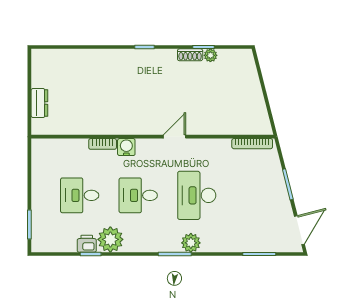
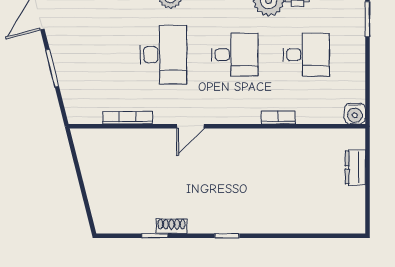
plant: (210, 55) -> (147, 226), removed
bookcase: (252, 144) -> (128, 118), moved
water cooler: (126, 147) -> (355, 114), moved

